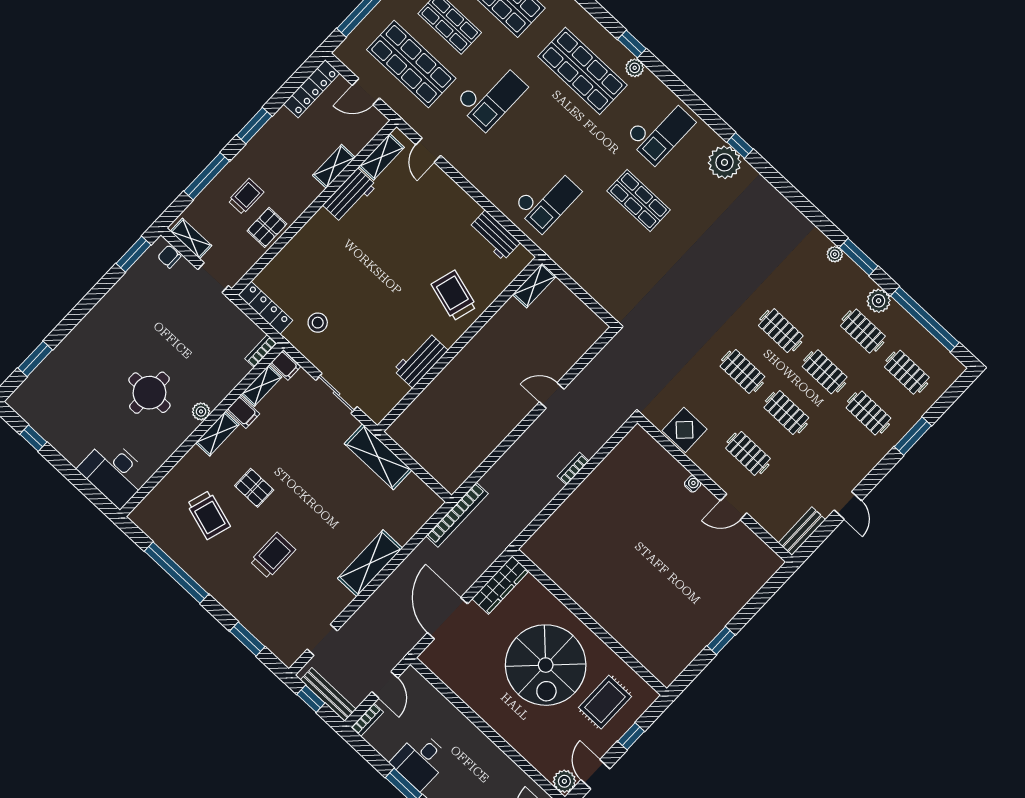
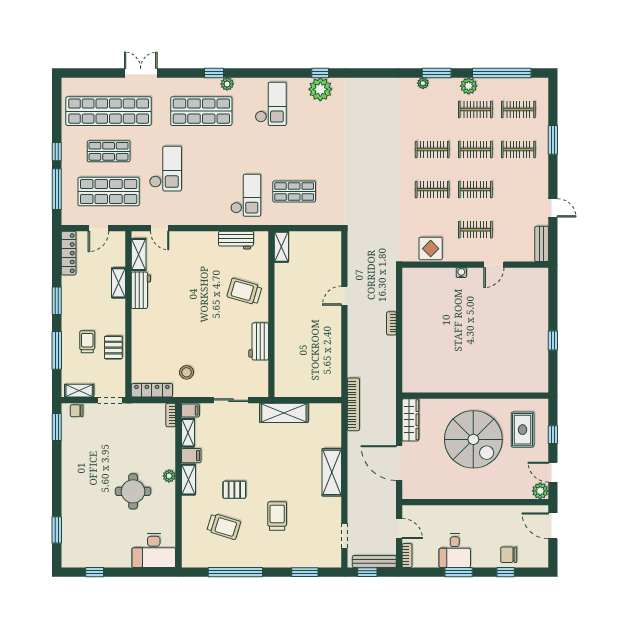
shop shelf: (639, 200) -> (294, 192), moved

